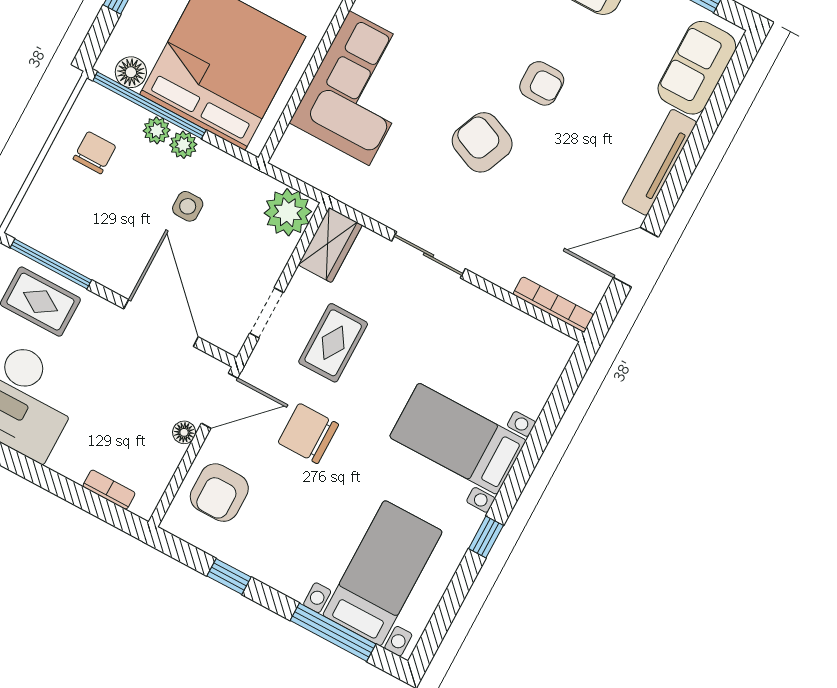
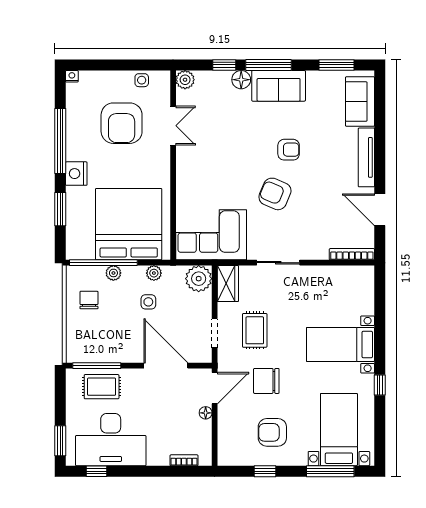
floor lamp: (131, 72) -> (86, 251), removed
corner sofa: (359, 88) -> (211, 235), moved, turned -90
plant: (183, 145) -> (154, 273), moved
door: (636, 257) -> (380, 210), hinge flipped
armchair: (219, 493) -> (272, 432), moved, turned 90

